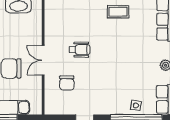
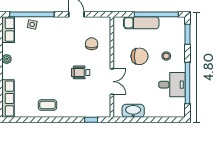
double door: (43, 60) -> (112, 82), moved

